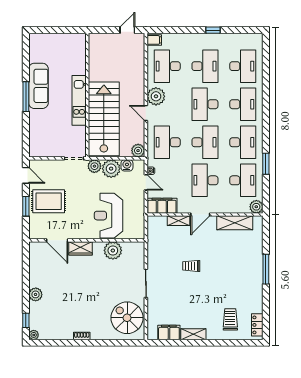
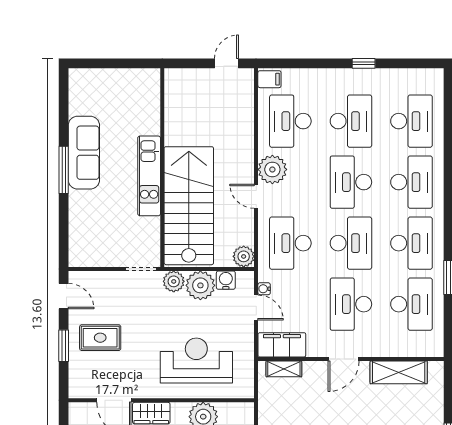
rug: (49, 201) -> (100, 338), width x0.73, depth x0.70
plant: (256, 207) -> (433, 346), removed
reception desk: (109, 216) -> (196, 361), turned 90
shelving: (178, 221) -> (284, 369), moved

